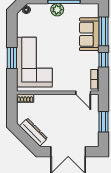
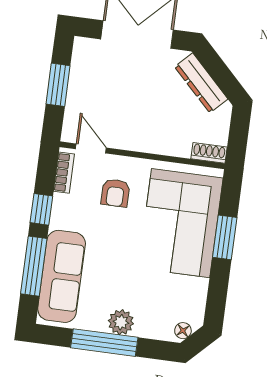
sofa: (89, 34) -> (62, 276), width x1.36
armchair: (68, 73) -> (115, 193), added

